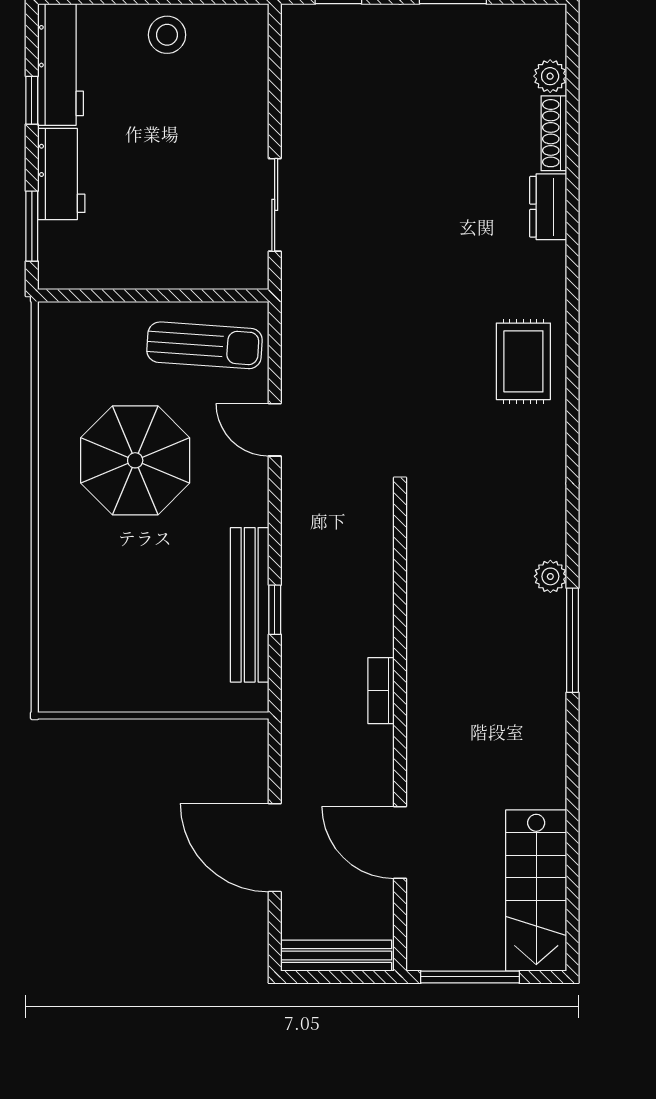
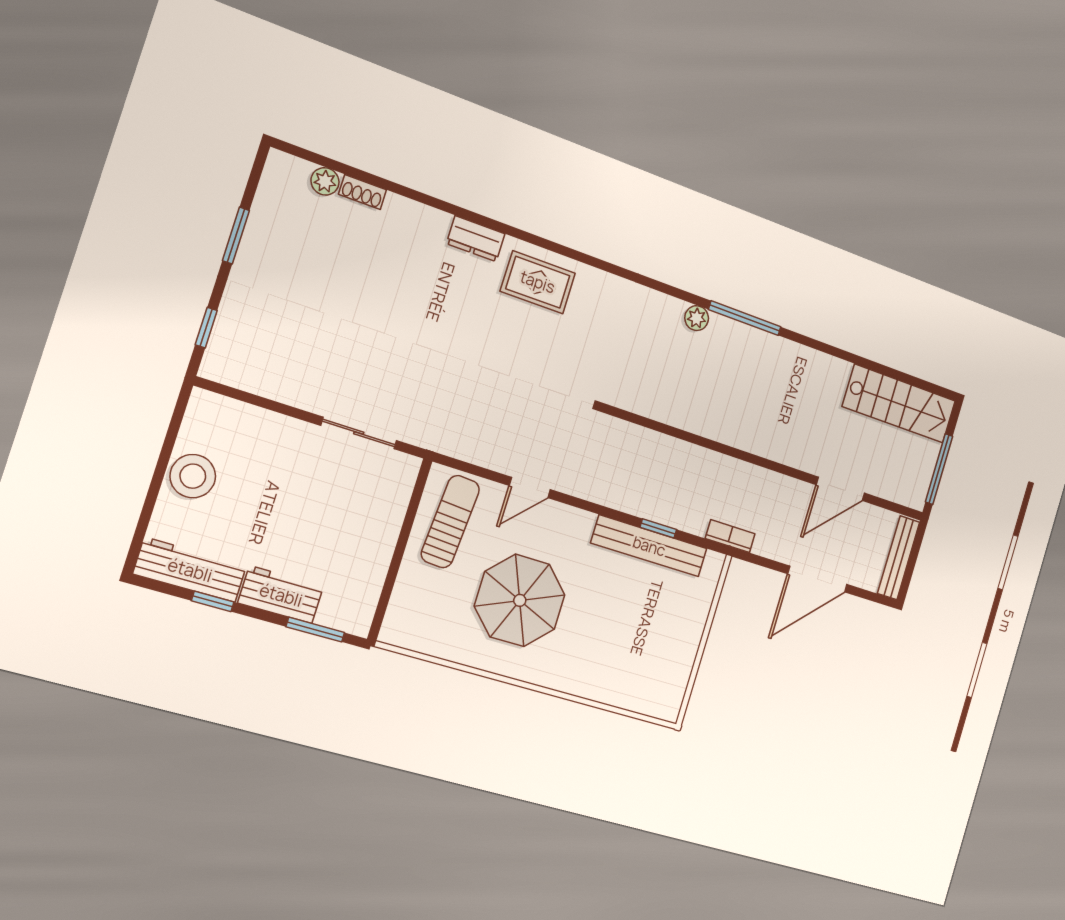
stool: (167, 35) -> (193, 476), width x1.38, depth x1.38
shoe rack: (554, 133) -> (362, 192), width x0.70
dresser: (548, 207) -> (476, 239), moved
bookcase: (381, 691) -> (730, 536), moved, turned 180

